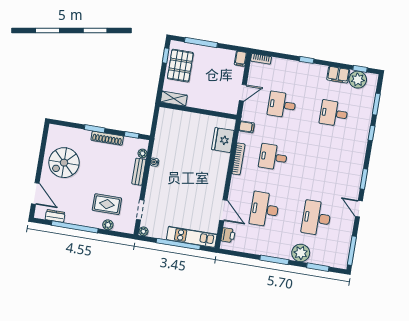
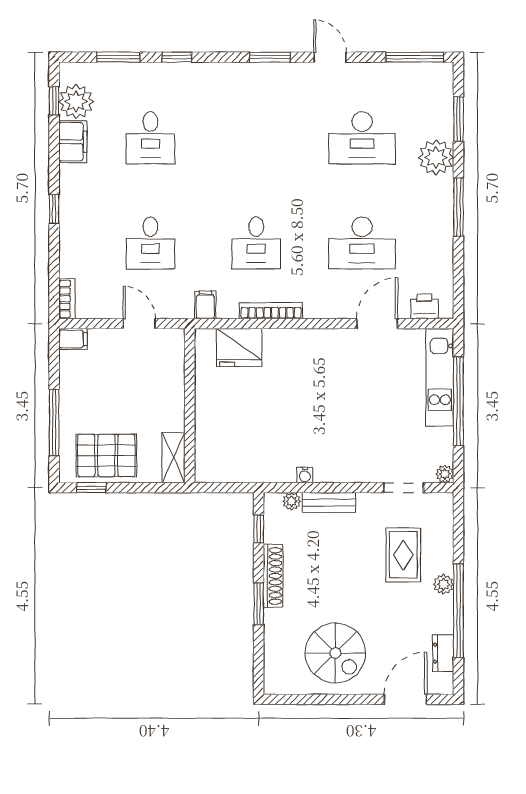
door: (359, 209) -> (330, 57), swing flipped
plant: (108, 225) -> (444, 584), moved

